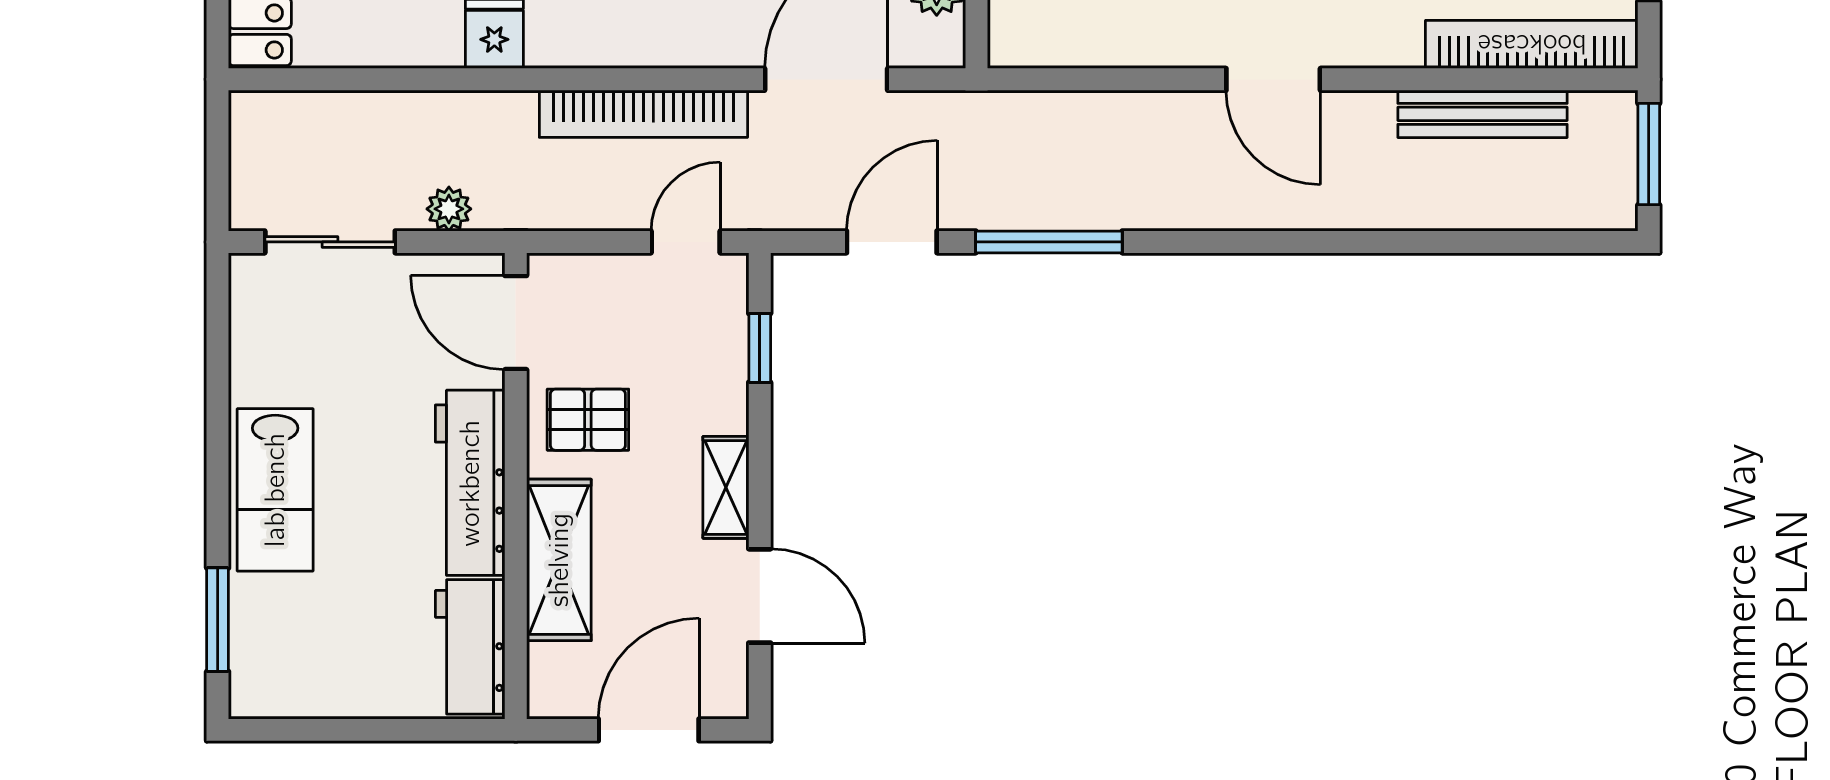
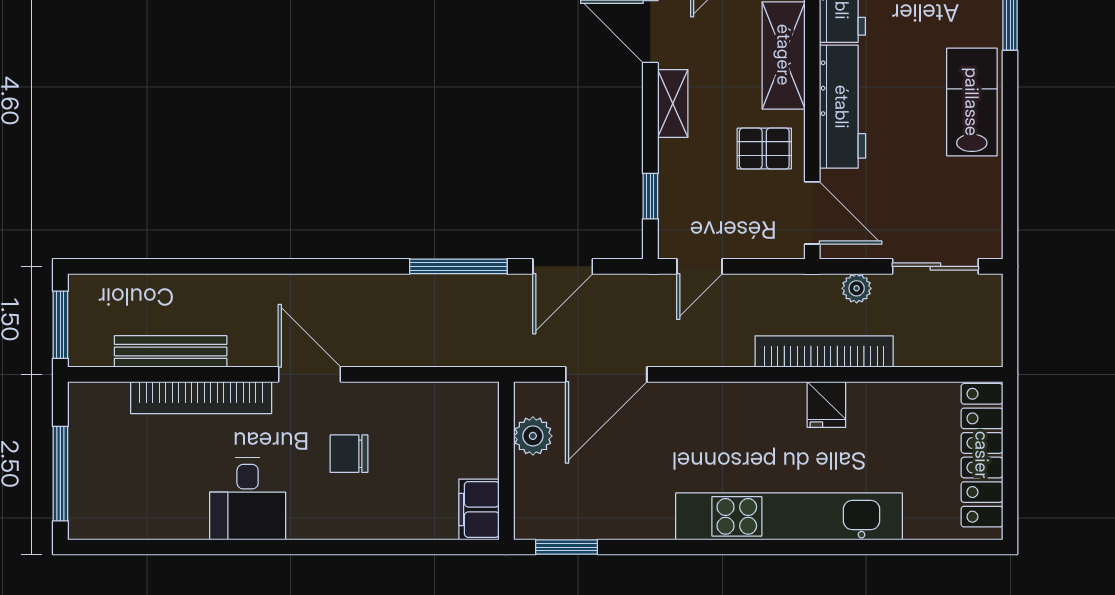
bookcase: (1532, 44) -> (201, 398), moved
bookcase: (643, 114) -> (824, 351), moved

